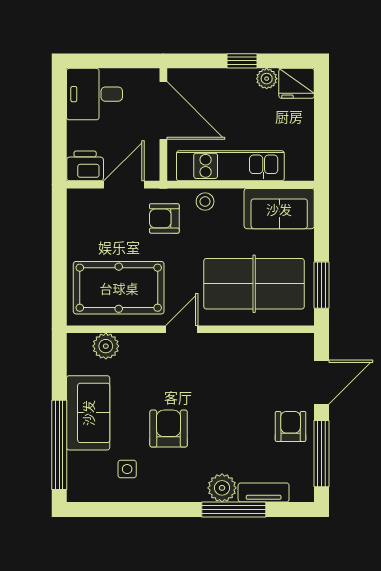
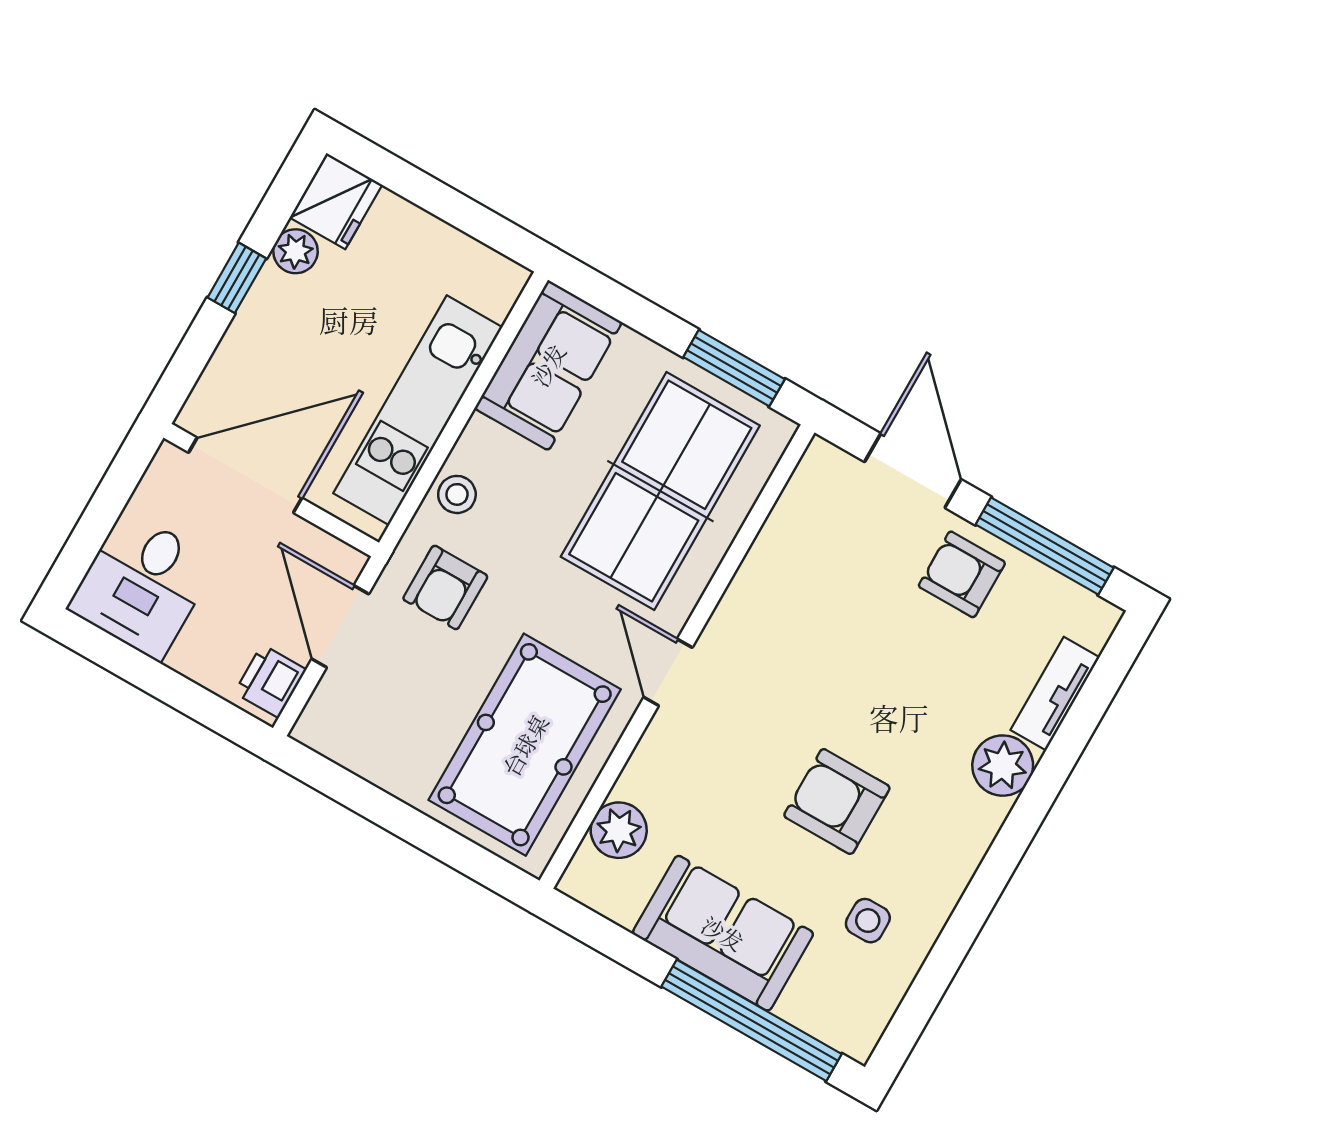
printer: (85, 166) -> (270, 681), width x0.73, depth x0.81
window: (234, 509) -> (1055, 767), removed

